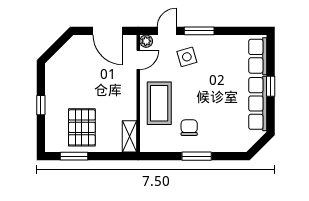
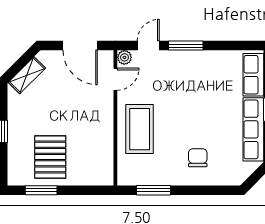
side table: (187, 57) -> (171, 76), removed
chair: (189, 128) -> (198, 158), moved
shelving: (130, 136) -> (27, 75), moved, turned 45
window: (197, 156) -> (153, 190), moved

